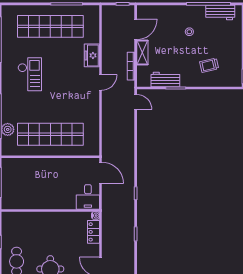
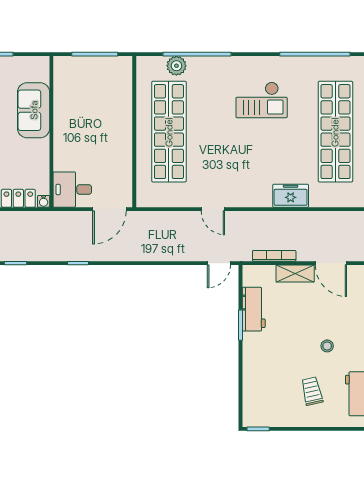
trolley: (209, 65) -> (312, 391), moved
door: (101, 82) -> (213, 209), moved
sofa: (37, 222) -> (34, 110), added

